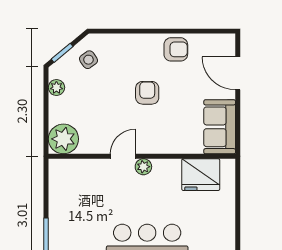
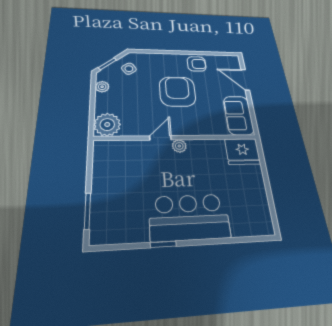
armchair: (147, 93) -> (177, 91), width x1.88, depth x1.88
fridge: (201, 175) -> (243, 151), moved

